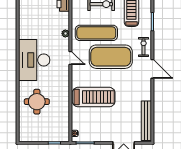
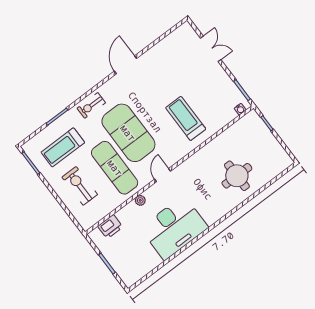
desk: (34, 60) -> (174, 228), moved
door: (152, 69) -> (125, 65), moved
treadmill: (94, 97) -> (186, 118), width x0.73, depth x0.73
bench: (146, 121) -> (168, 43), removed

